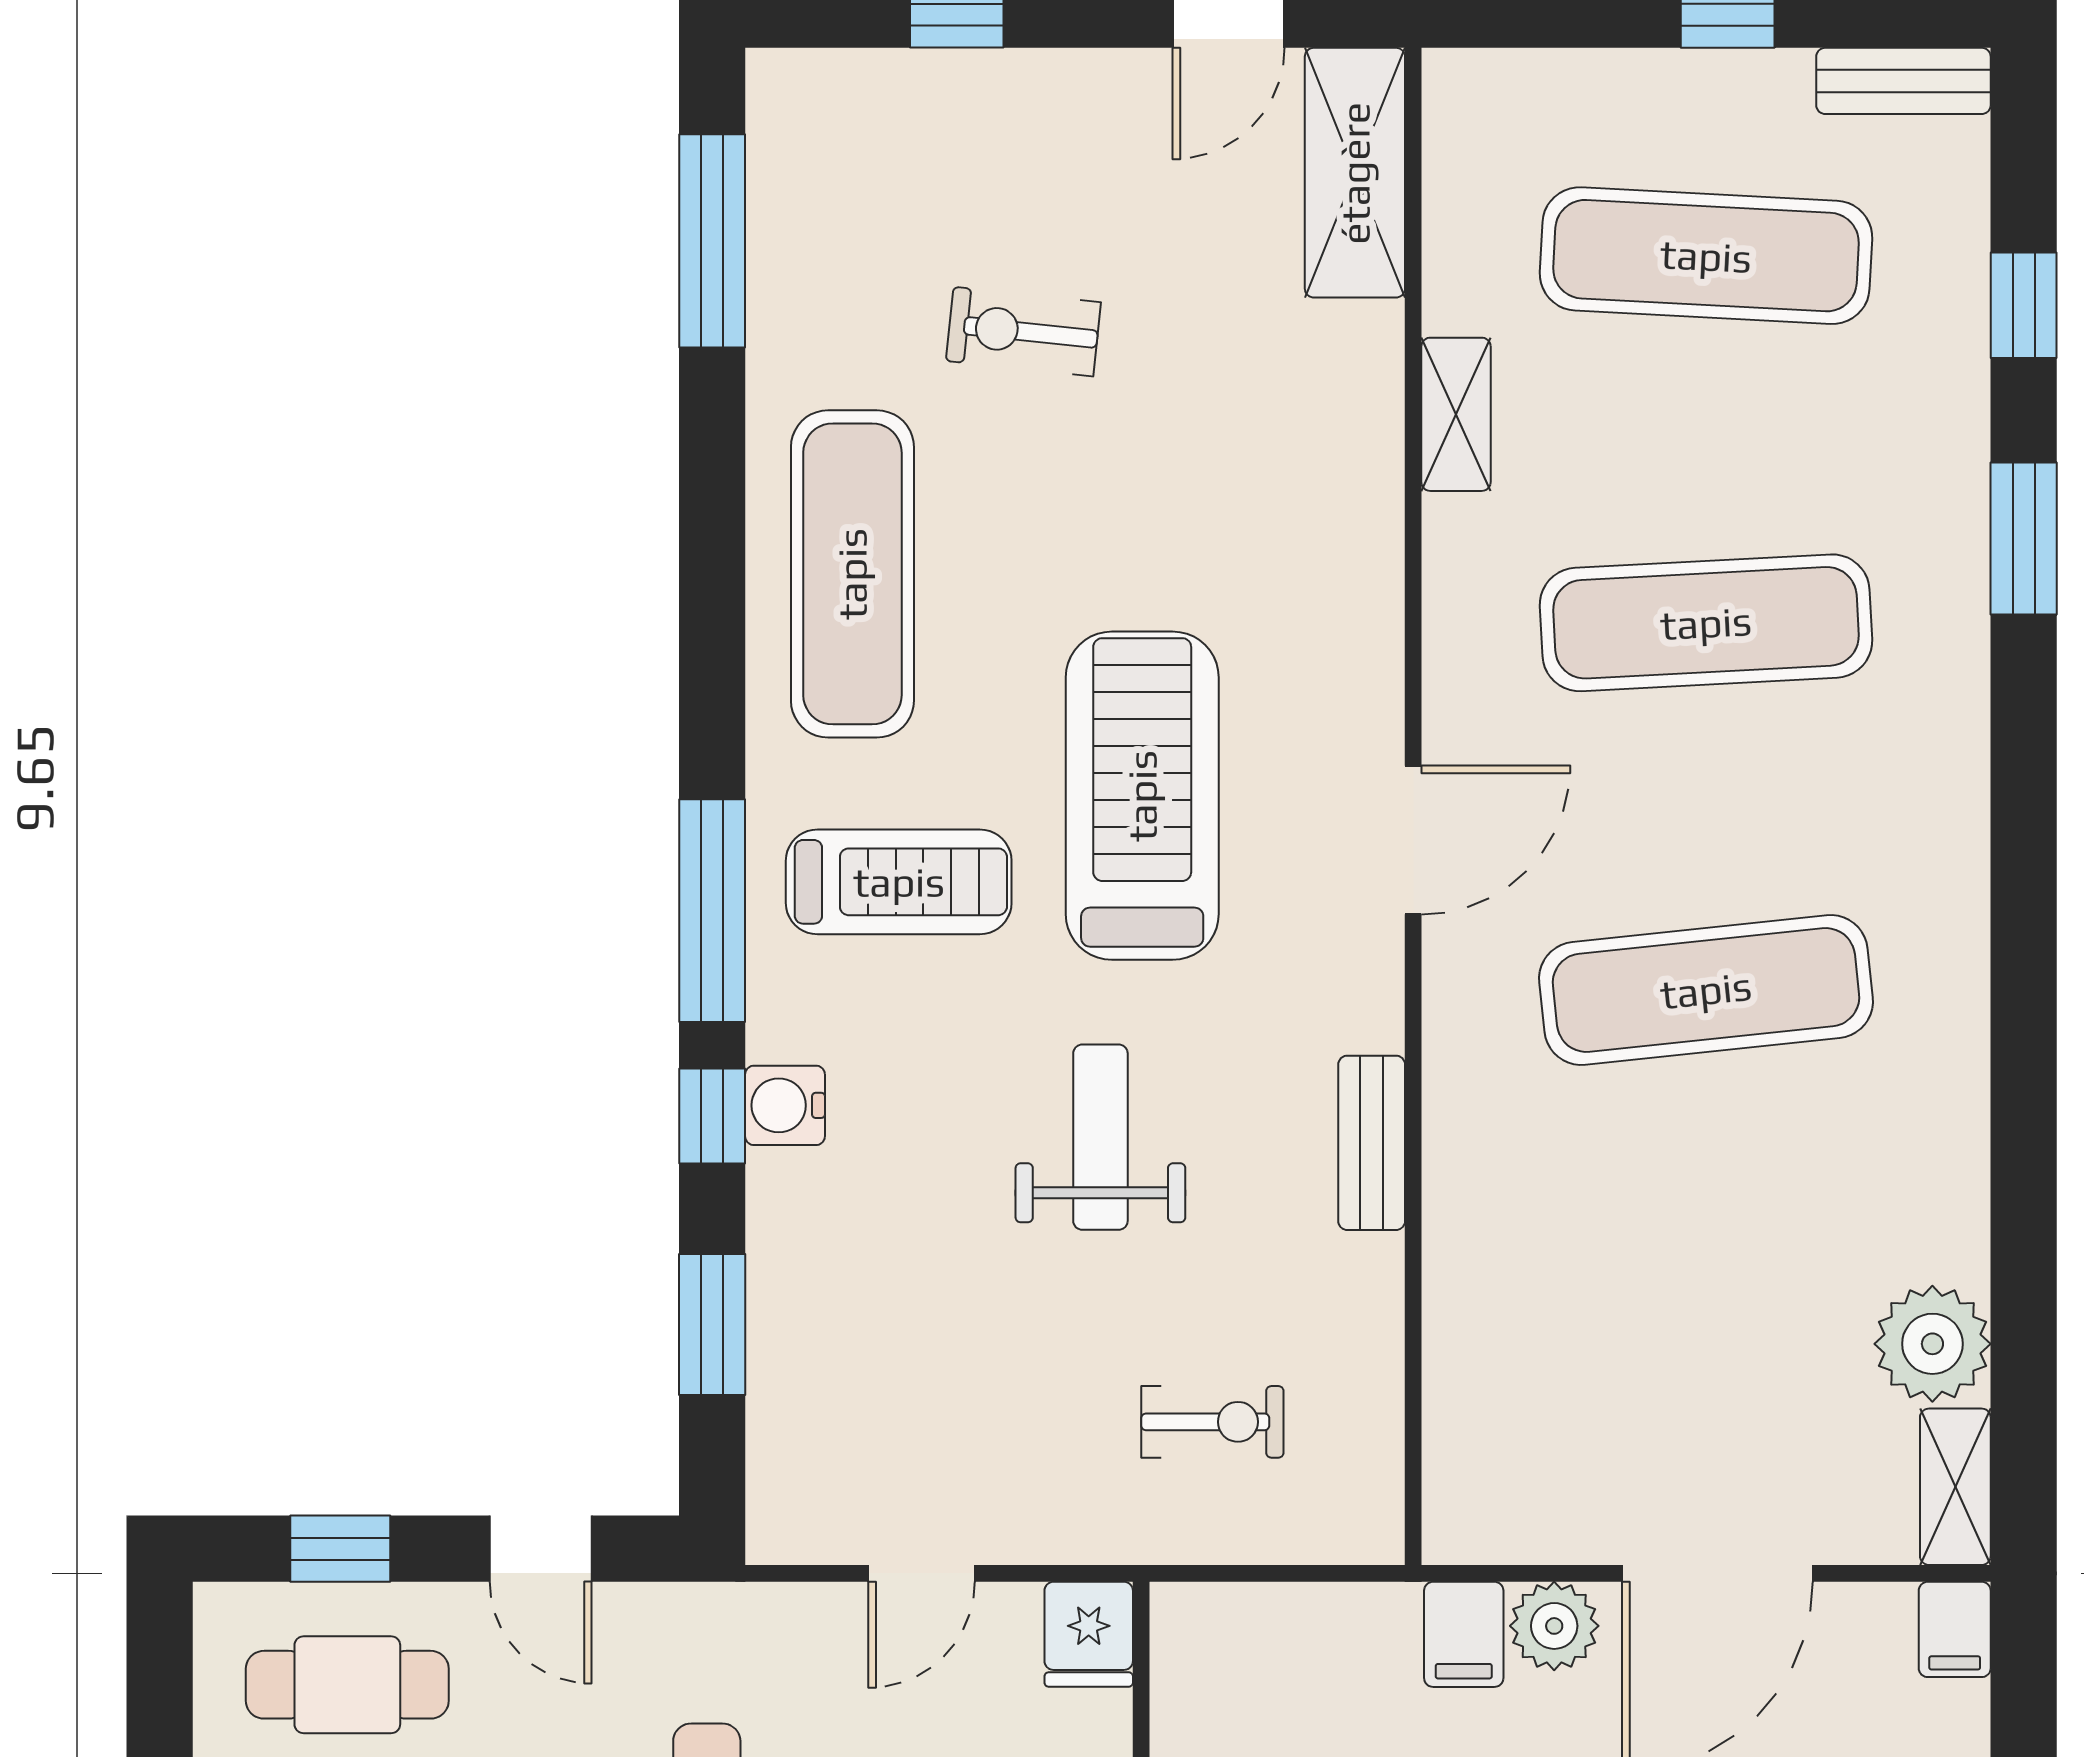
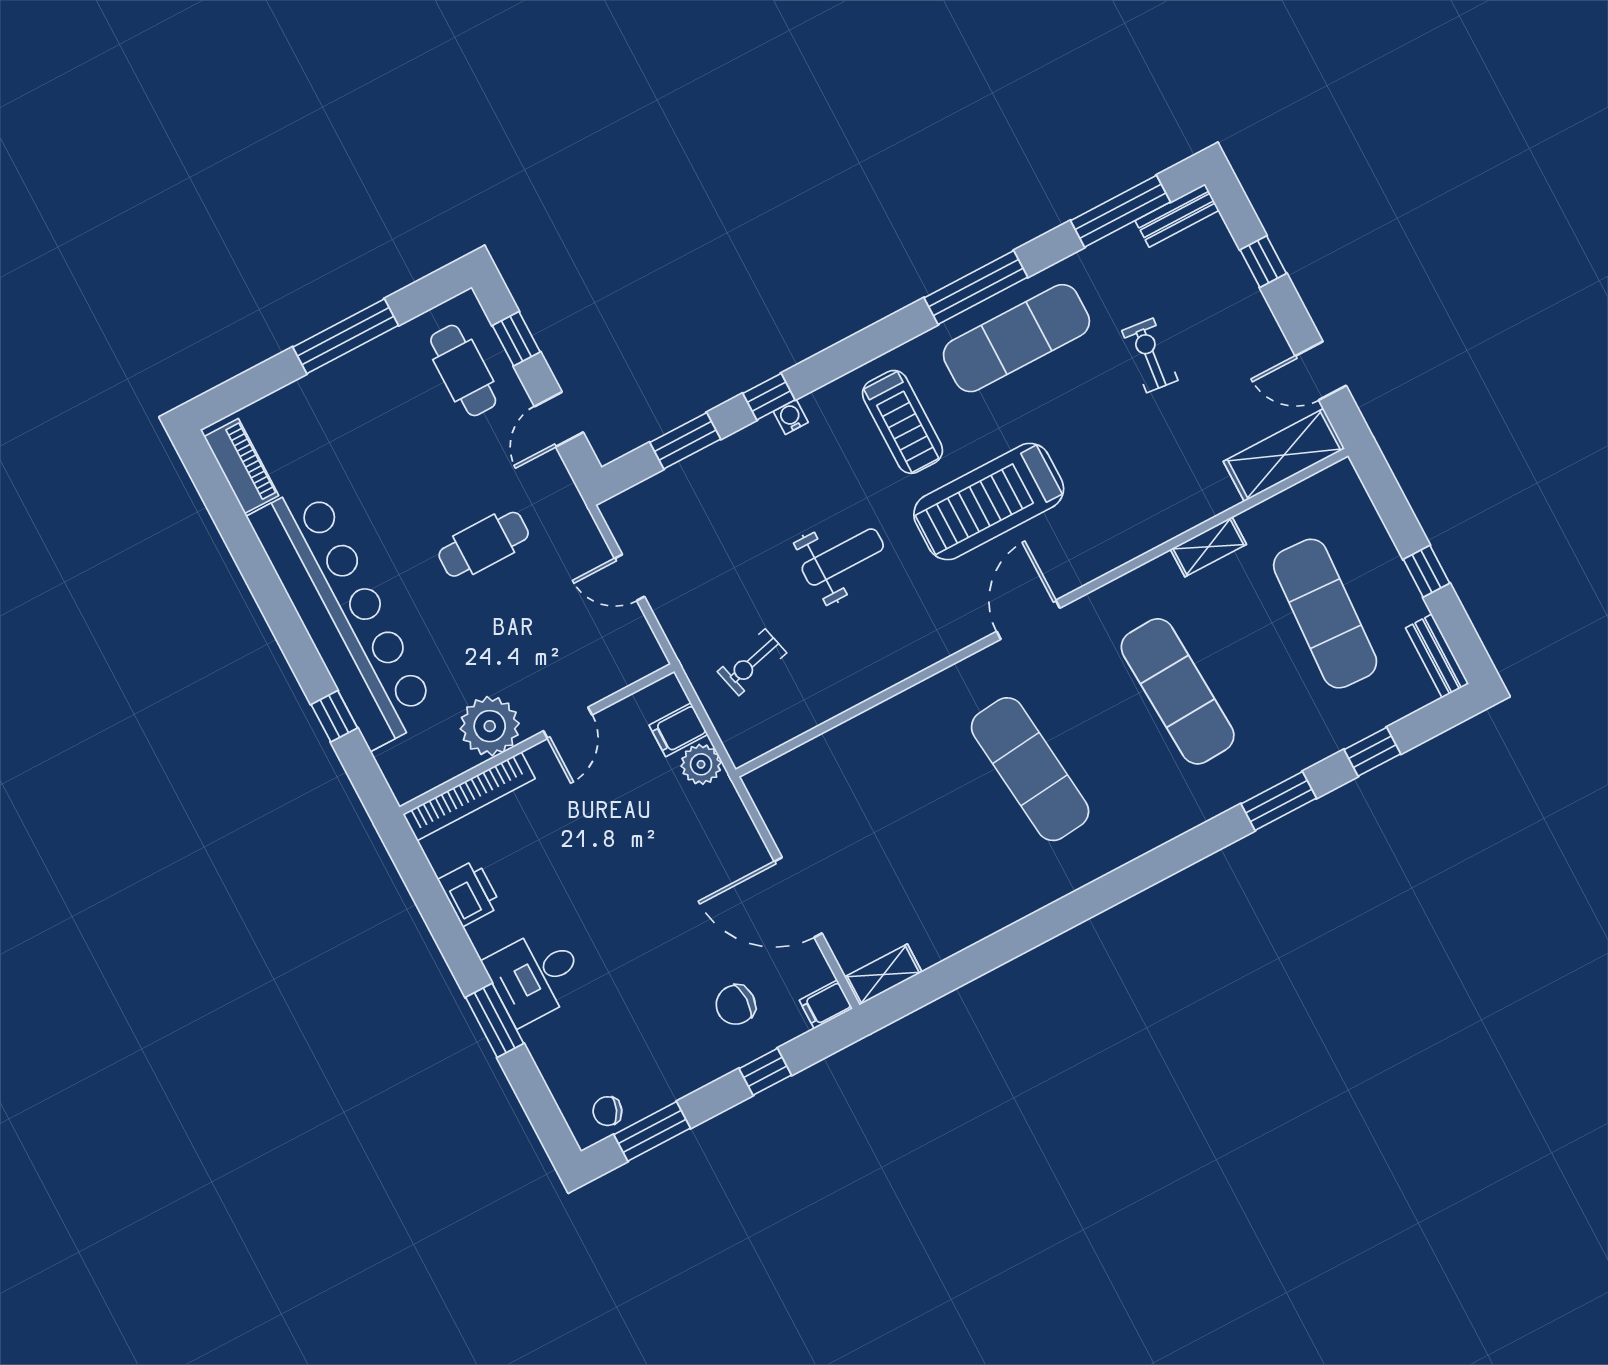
treadmill: (1142, 796) -> (989, 502), turned 180
door: (1413, 840) -> (1028, 620), swing flipped
window: (712, 911) -> (976, 288), moved
water cooler: (785, 1105) -> (791, 417), width x0.72, depth x0.72
bench: (1372, 1143) -> (1177, 215), moved
plant: (1932, 1344) -> (936, 935), removed
exercise bike: (1212, 1422) -> (752, 662), turned 76
plant: (1554, 1626) -> (701, 764), moved
fridge: (1089, 1634) -> (641, 658), removed
filing cabinet: (1464, 1634) -> (679, 730), moved

